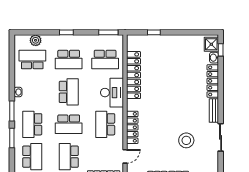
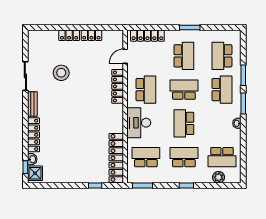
locker: (134, 75) -> (116, 158), moved

